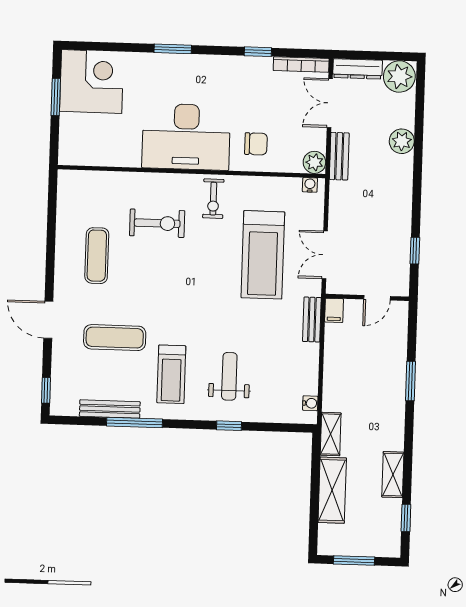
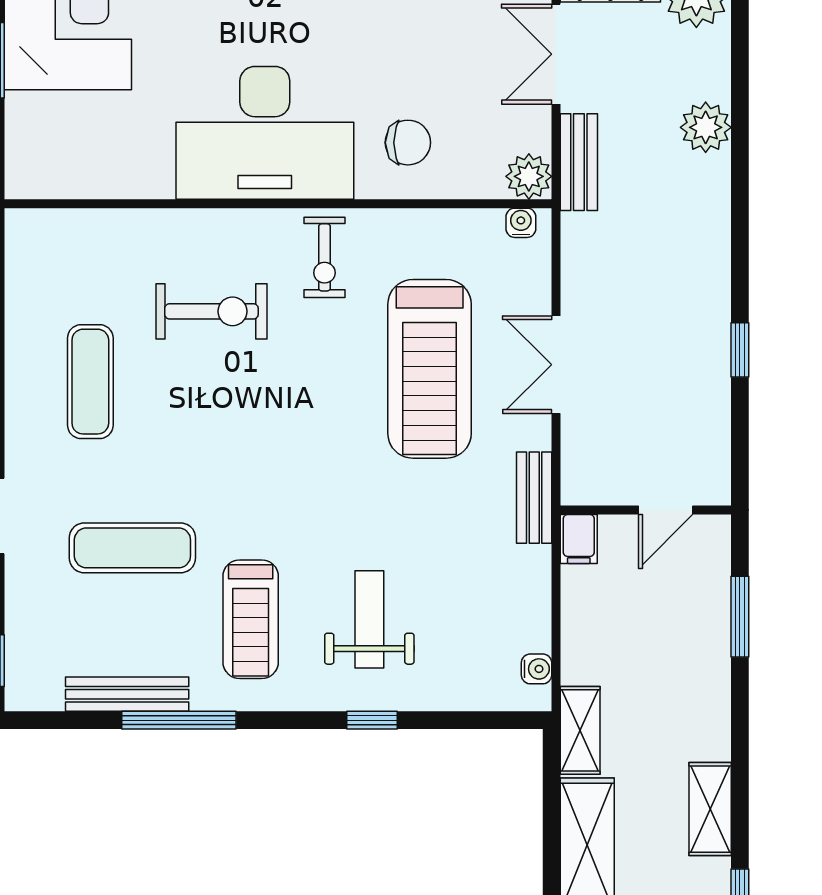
wall: (367, 297) -> (646, 510), moved
door: (377, 298) -> (666, 510), moved
filing cabinet: (334, 310) -> (579, 539), moved

